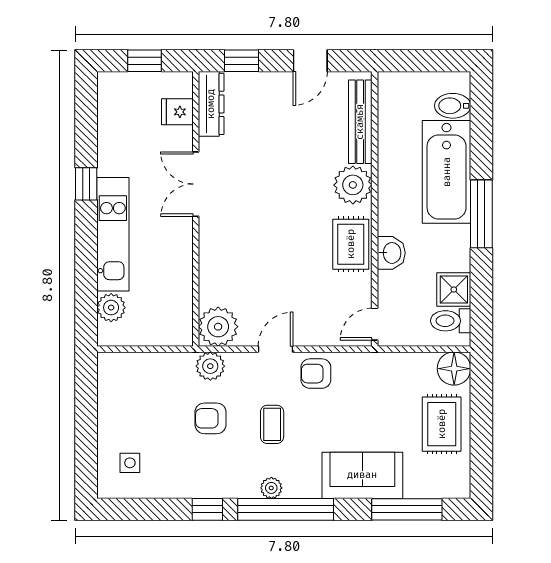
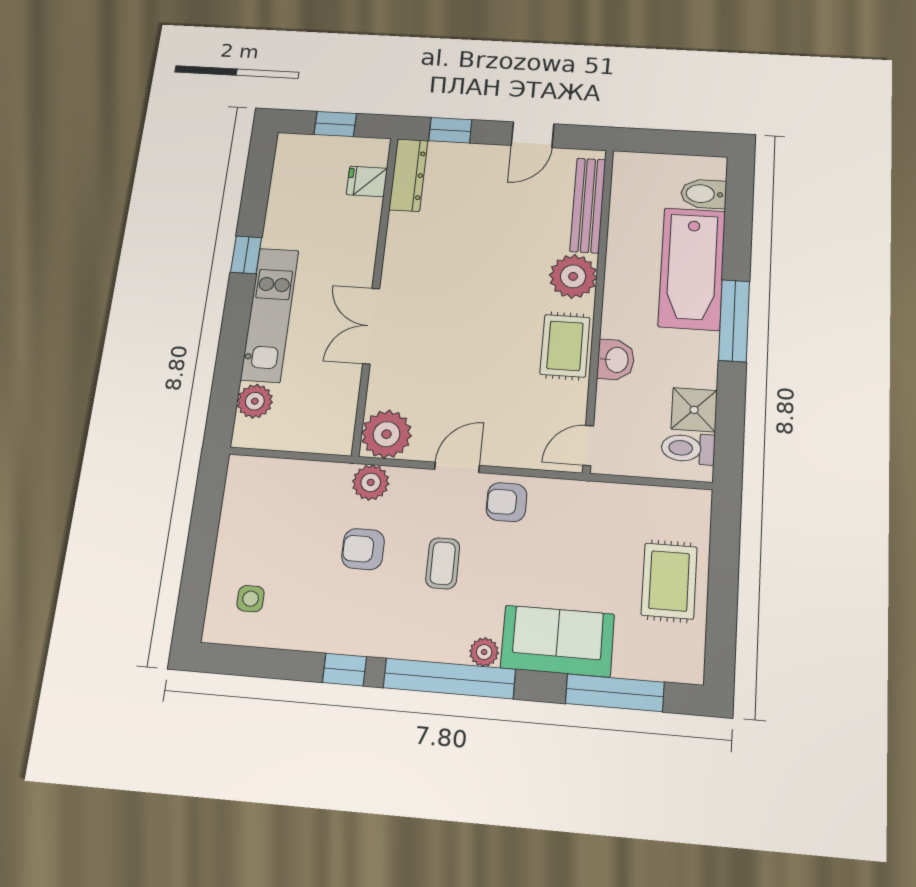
double door: (196, 184) -> (371, 326), moved
floor lamp: (454, 369) -> (689, 509), removed
plant: (271, 488) -> (484, 652), moved

